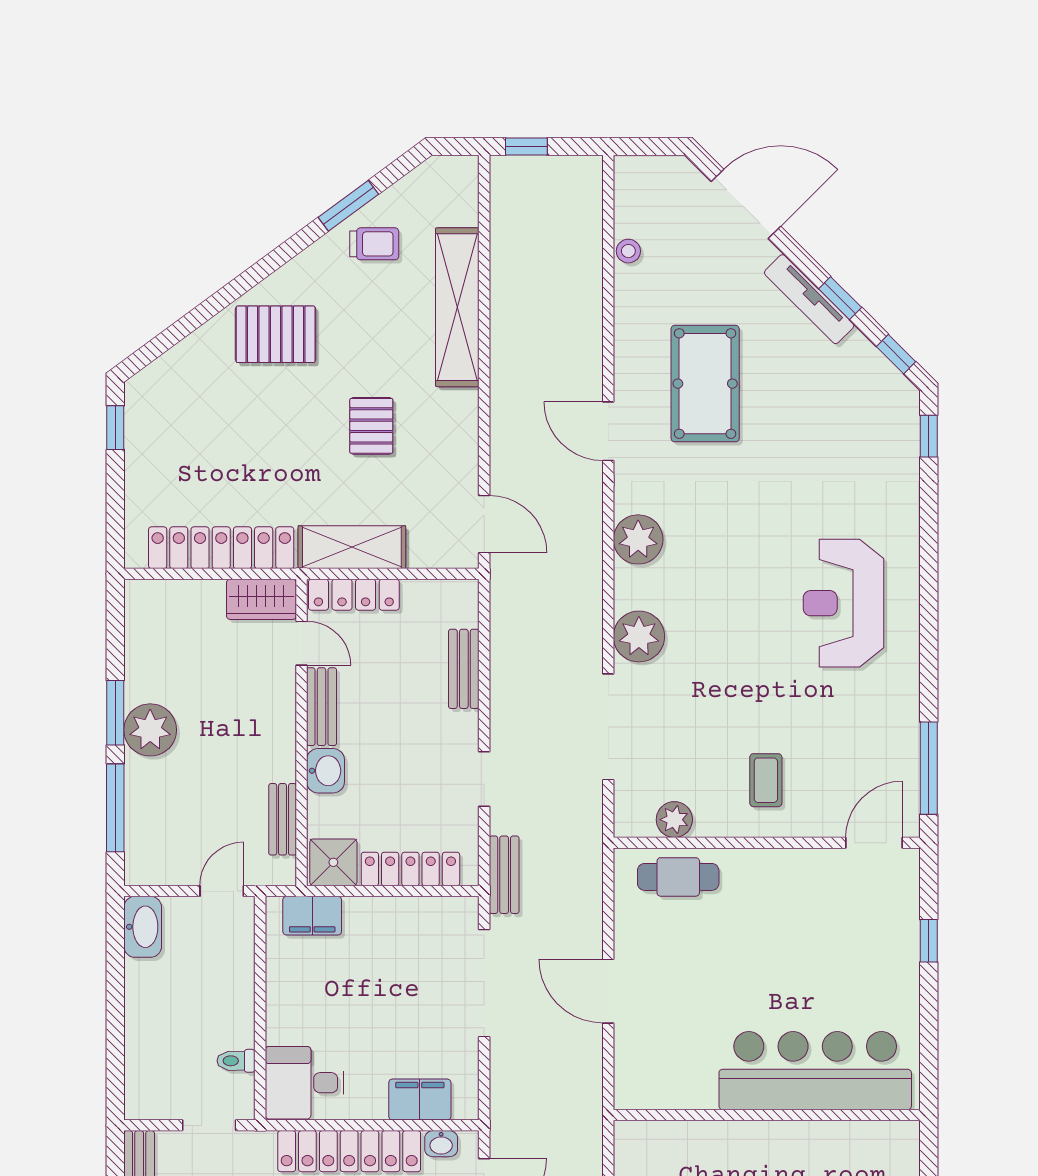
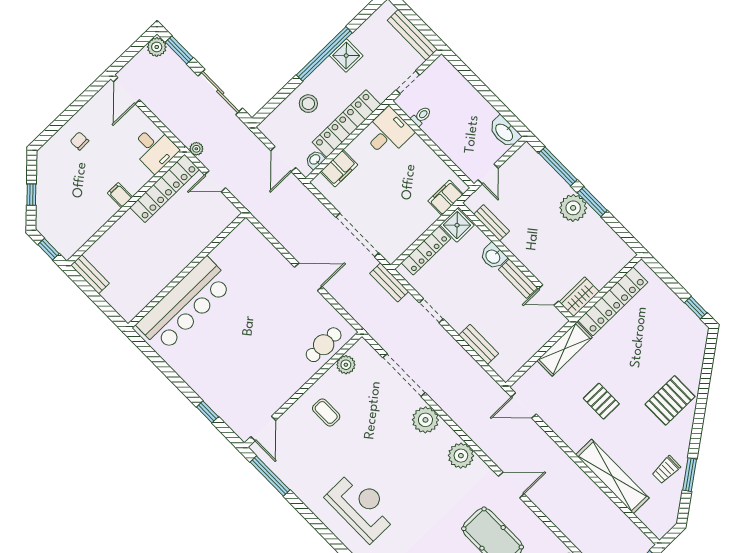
locker: (354, 595) -> (547, 332), removed
bar counter: (815, 1071) -> (185, 305), moved
wall: (767, 1115) -> (187, 270), moved

